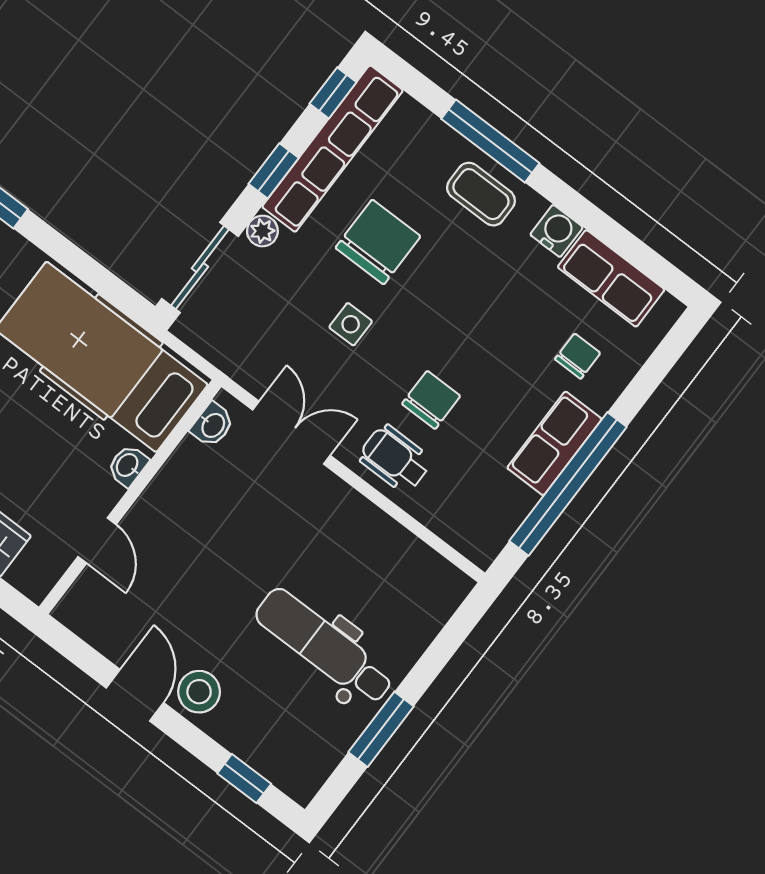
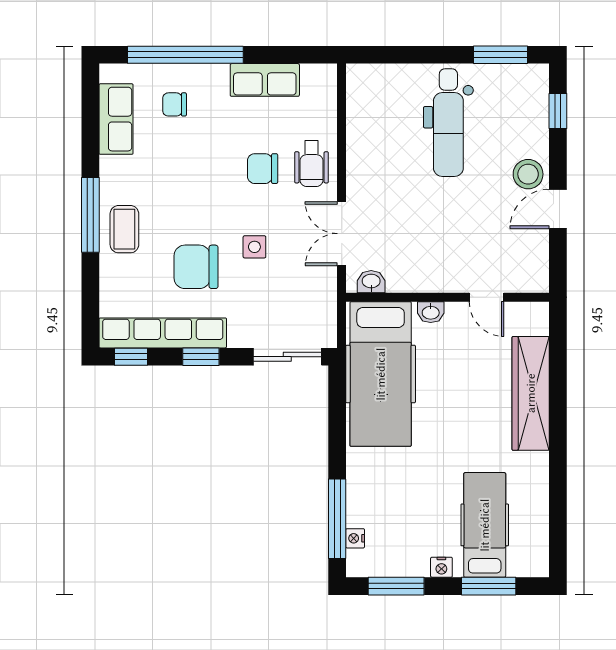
window: (490, 141) -> (90, 215), moved
plant: (262, 231) -> (240, 337), removed
water cooler: (557, 231) -> (113, 170), removed
row of seats: (554, 443) -> (265, 80), moved
window: (568, 484) -> (185, 55), moved
door: (97, 541) -> (487, 297), swing flipped
window: (381, 729) -> (500, 55), moved

